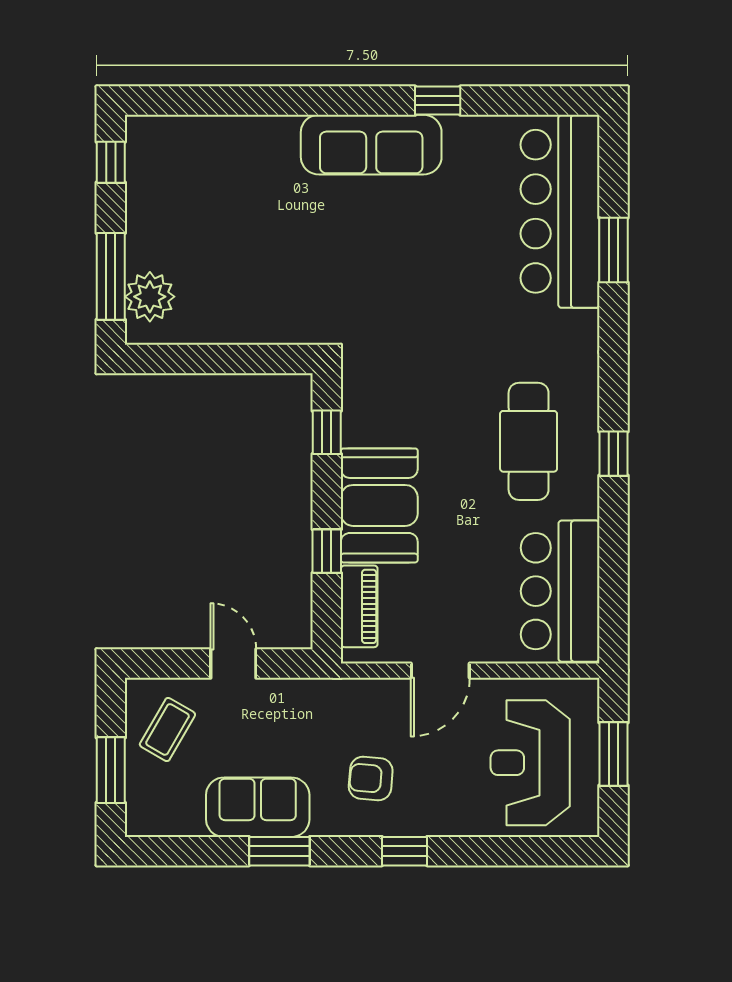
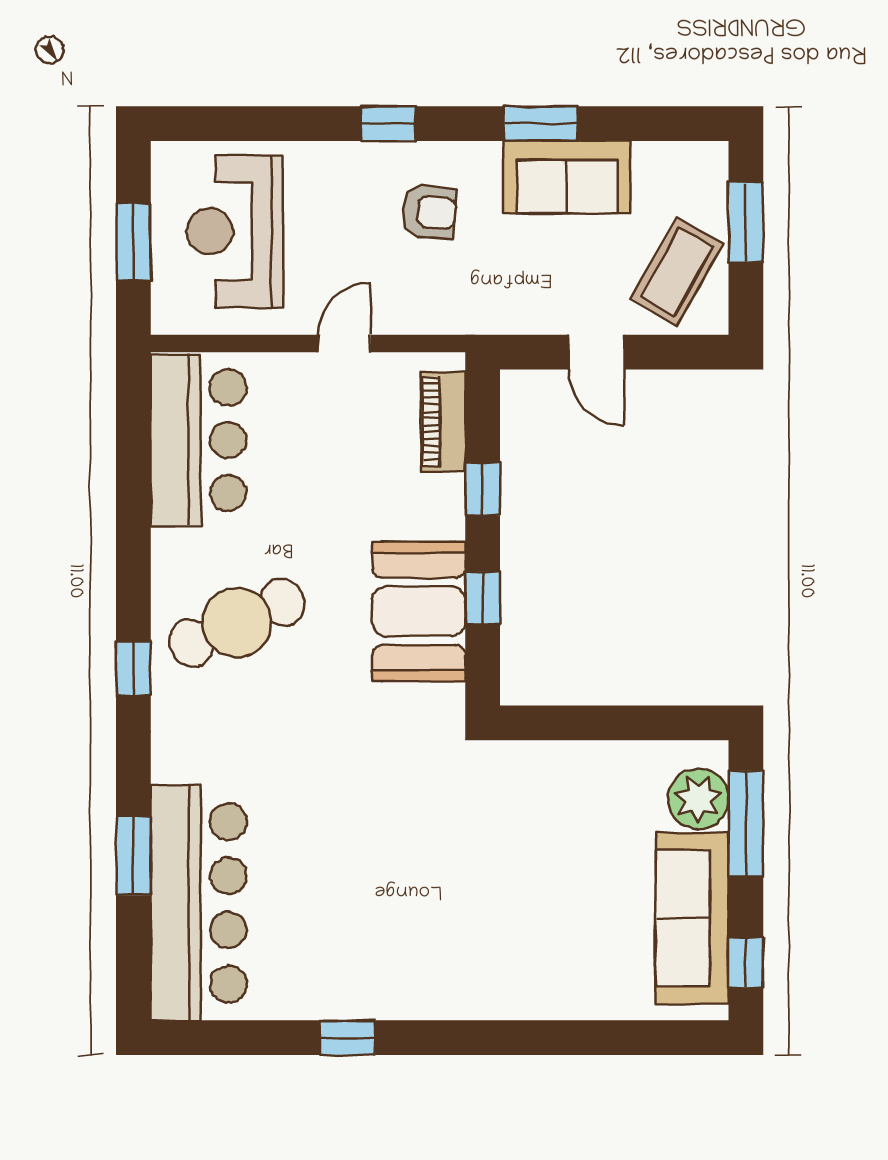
sofa: (371, 145) -> (692, 918), moved, turned -90
window: (327, 432) -> (483, 598), moved
cafe table: (529, 441) -> (237, 623), turned 66
window: (614, 454) -> (133, 668), moved
booth: (379, 505) -> (419, 611), moved
door: (440, 671) -> (344, 343), width x0.73
coffee table: (167, 729) -> (677, 272), width x1.36, depth x1.30
reception desk: (530, 763) -> (235, 231), turned 180

